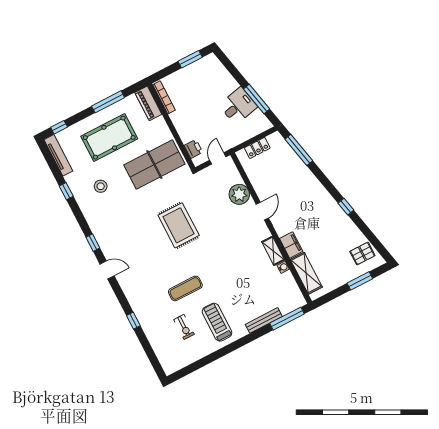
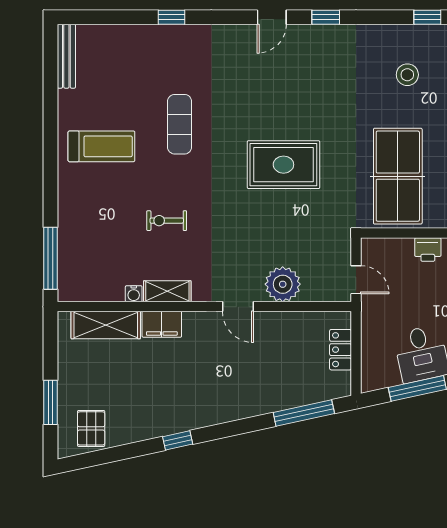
printer: (193, 149) -> (428, 250), moved
bench: (264, 320) -> (66, 56), moved
exercise bike: (184, 327) -> (167, 221), moved

